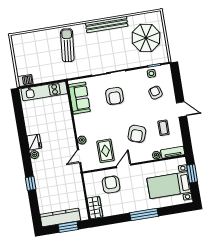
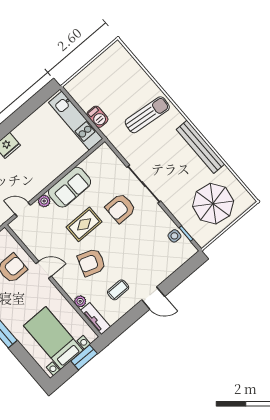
barbecue: (25, 80) -> (97, 117), moved
armchair: (156, 93) -> (154, 255), removed
sofa: (79, 98) -> (70, 187), moved
door: (182, 109) -> (153, 298), hinge flipped
rug: (106, 151) -> (84, 224), moved

